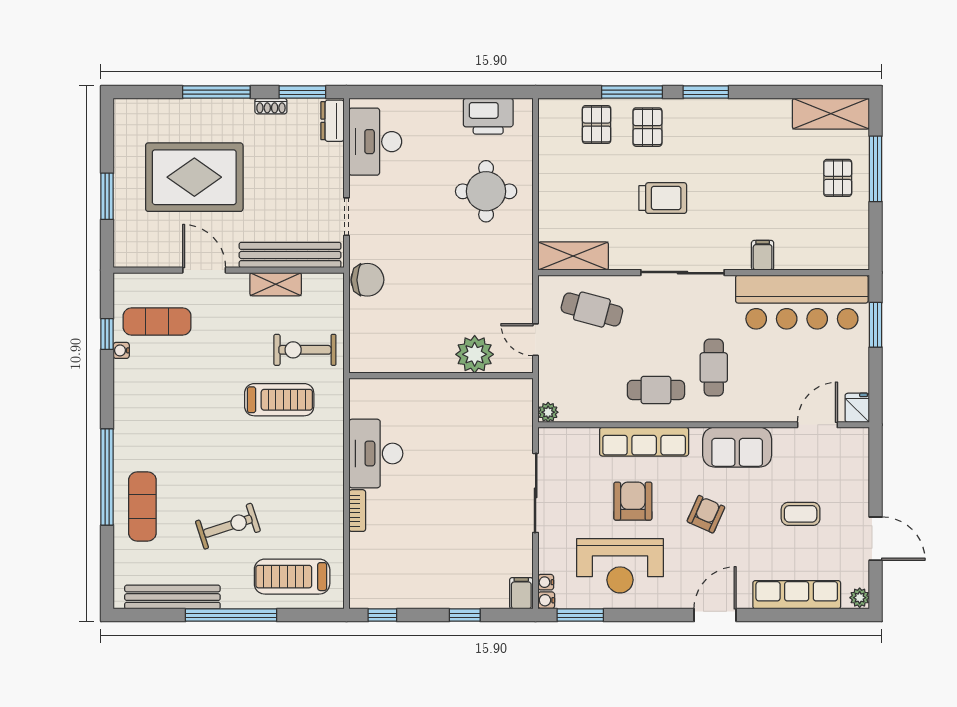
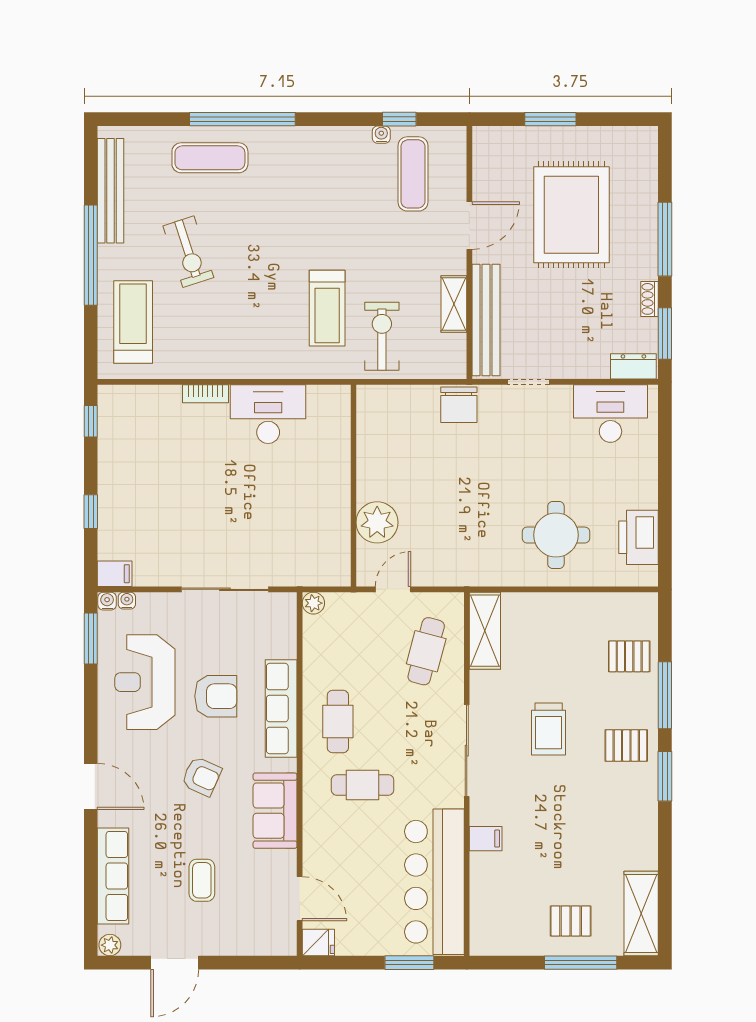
pallet: (647, 127) -> (626, 745), moved

